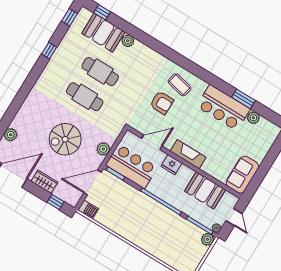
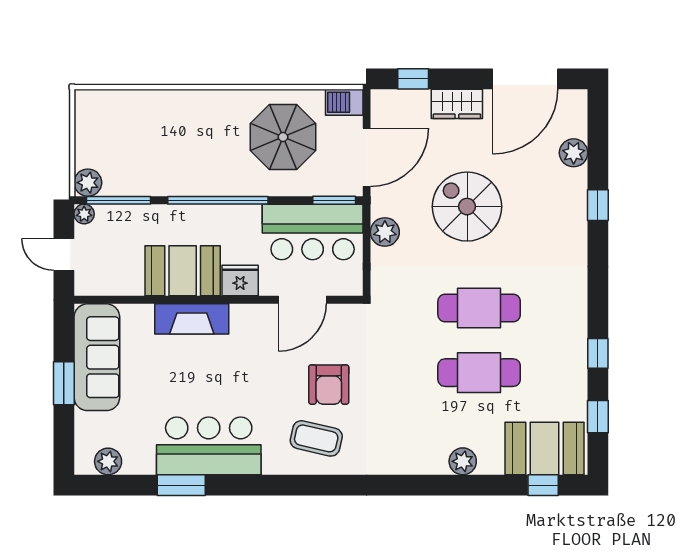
window: (70, 17) -> (598, 417), moved
booth: (103, 33) -> (544, 448), moved
armchair: (162, 103) -> (329, 385), turned -90
window: (14, 109) -> (598, 205), added
plant: (253, 118) -> (108, 461), moved
spiral stairs: (65, 139) -> (467, 207), turned -90
fireplace: (188, 154) -> (192, 319), moved
window: (265, 167) -> (64, 383), added
sofa: (242, 175) -> (97, 357), width x1.36
booth: (205, 190) -> (183, 271), moved
parasol: (120, 210) -> (283, 137), added

